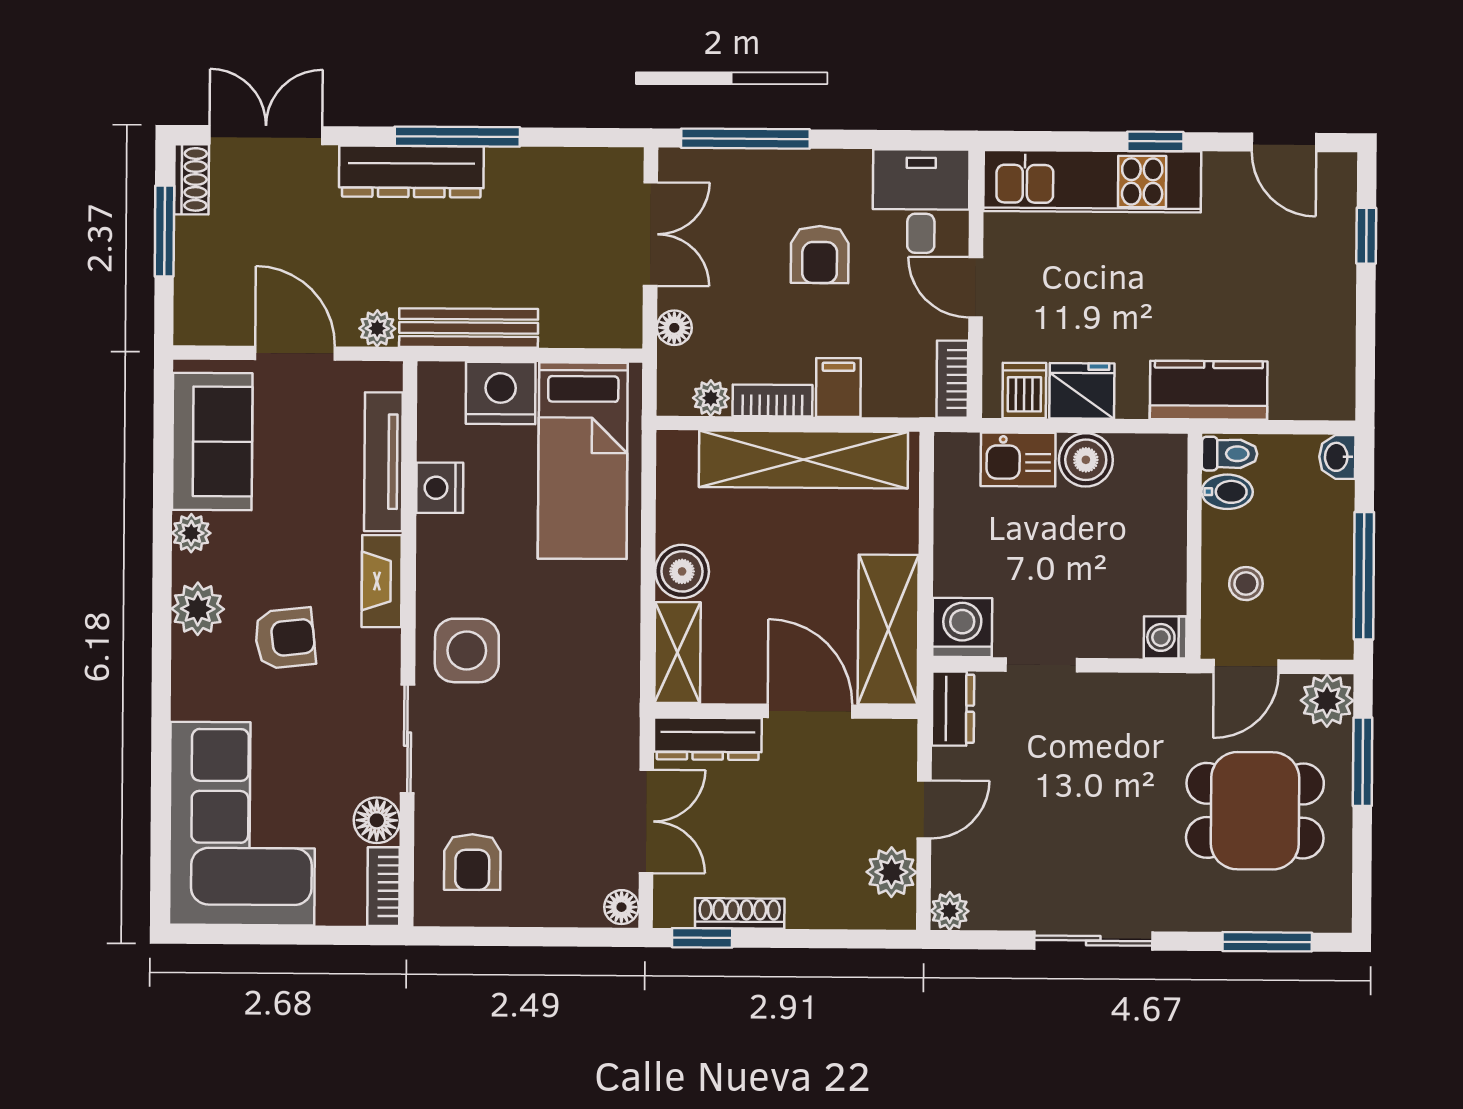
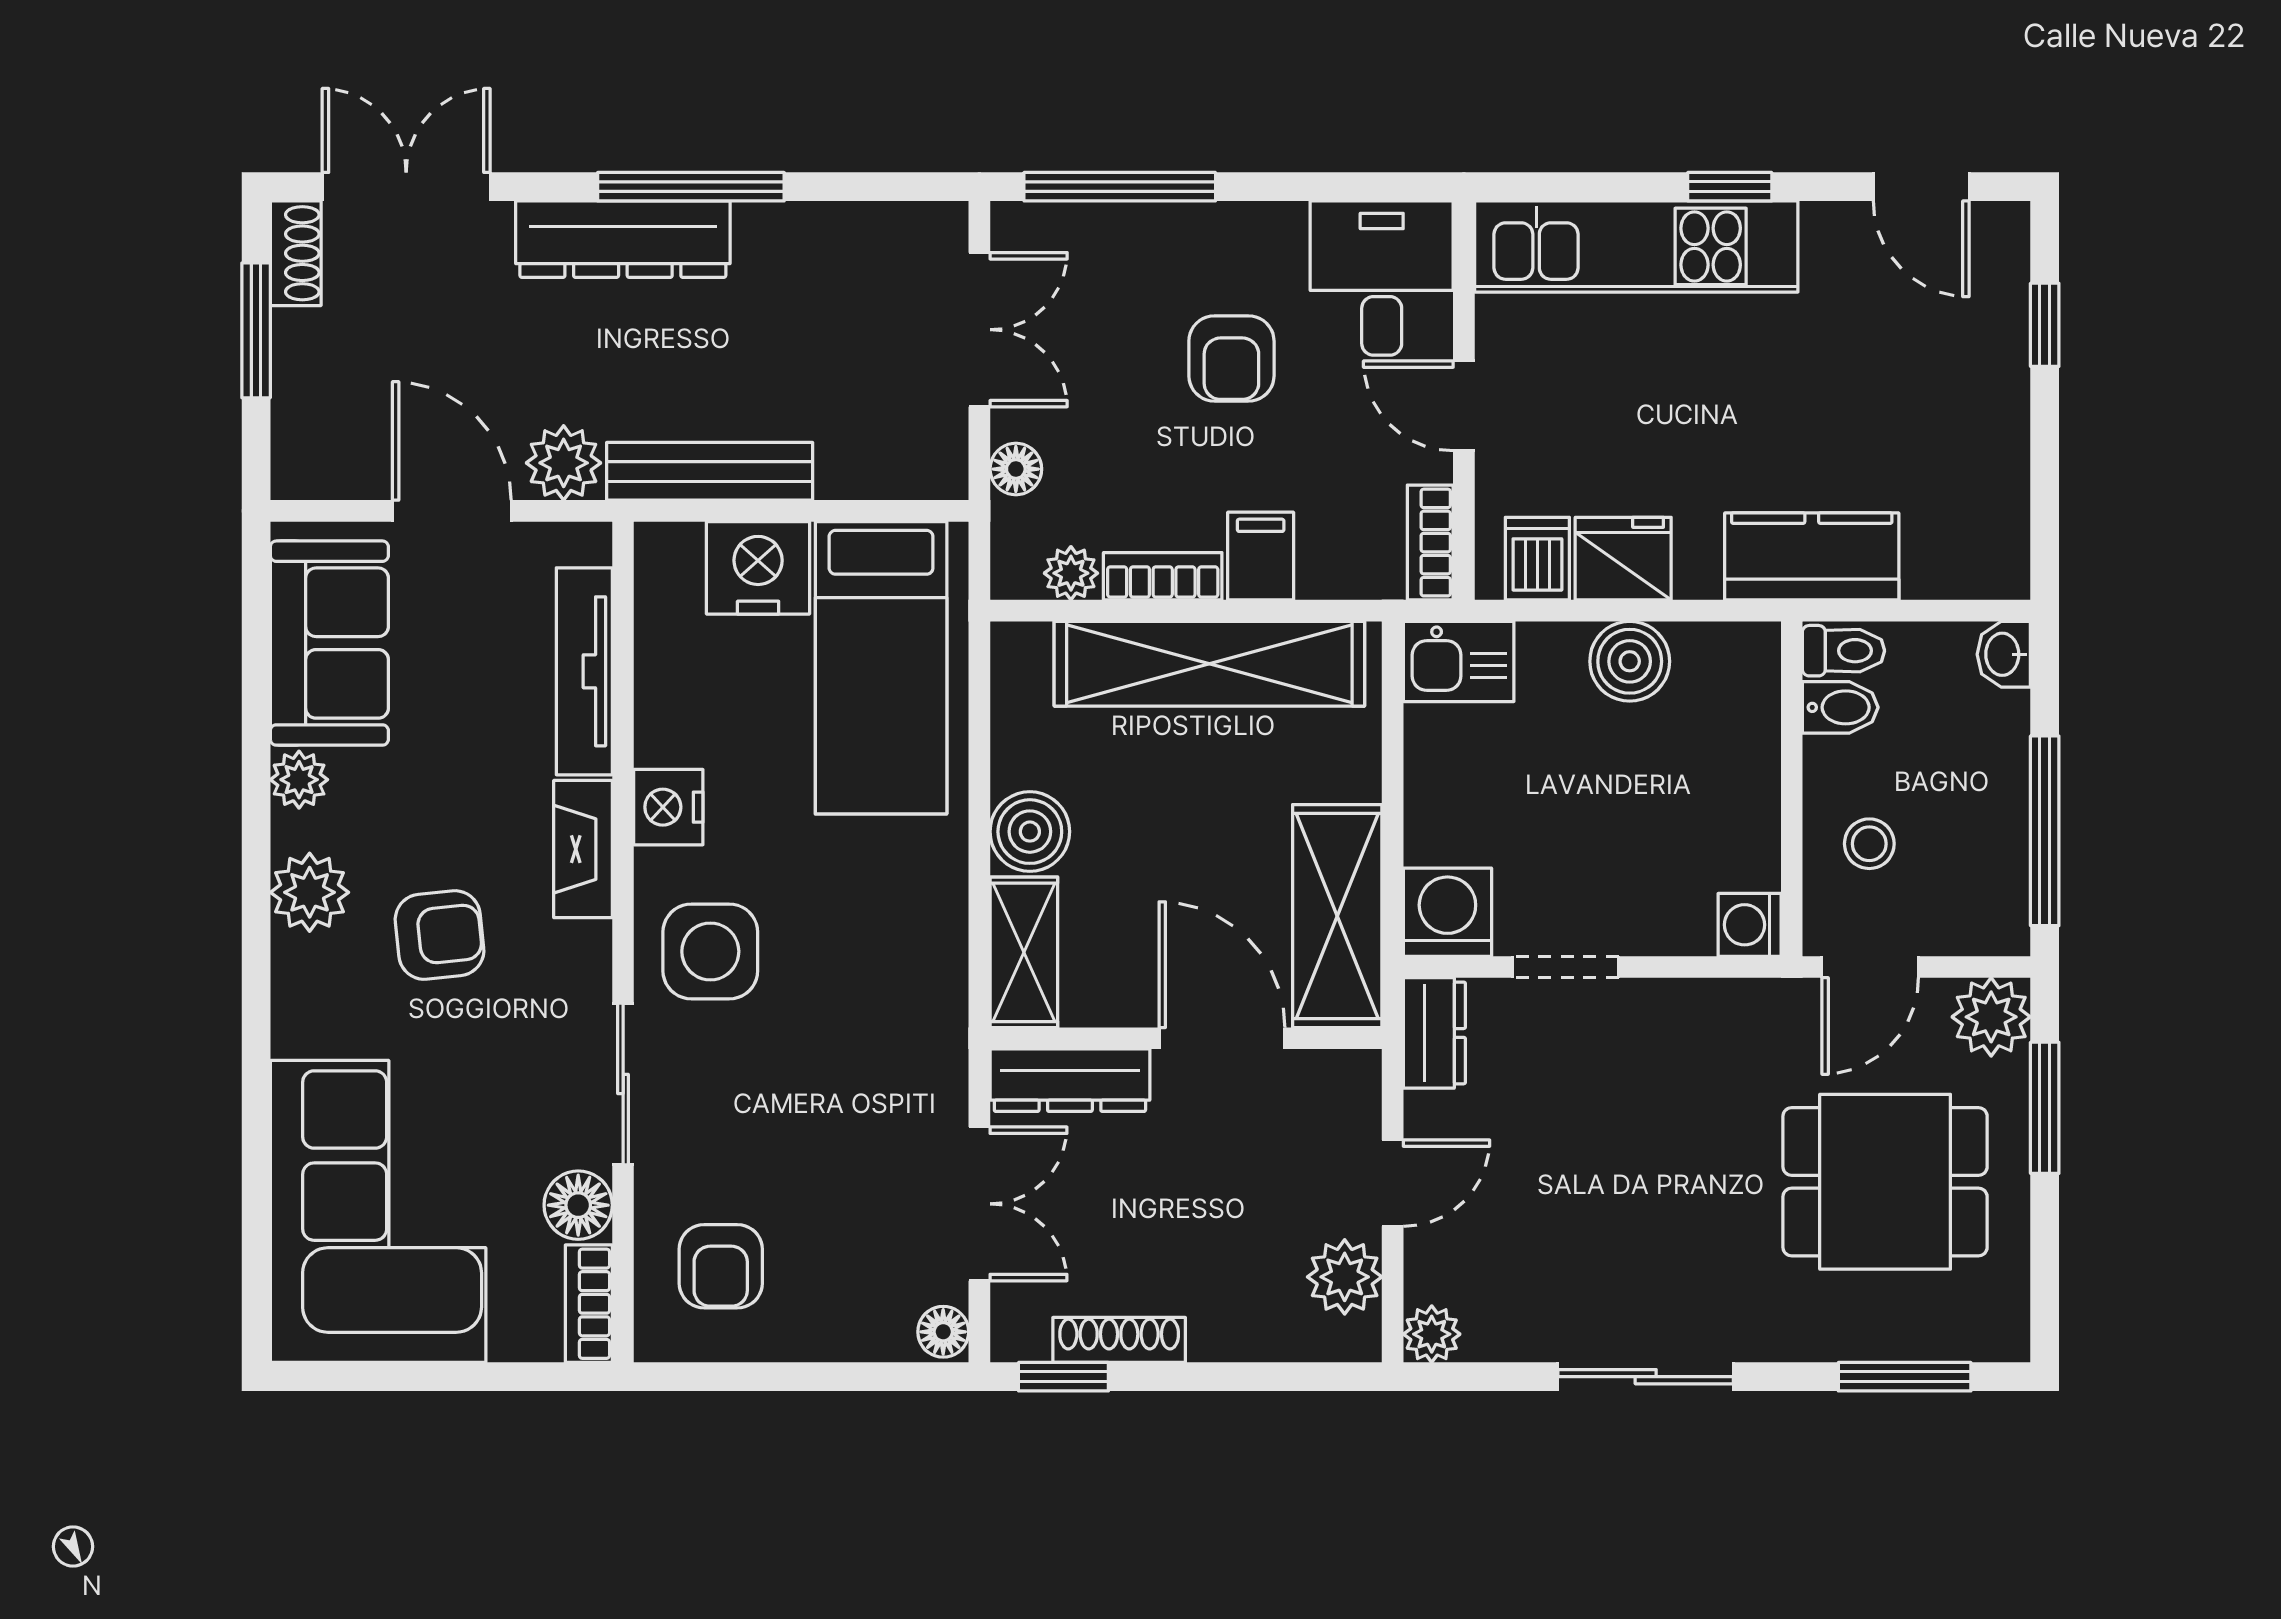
plant: (377, 328) -> (564, 463), width x1.38, depth x1.38
kitchen sink: (1018, 459) -> (1459, 661), moved
nightstand: (440, 488) -> (668, 807), moved

